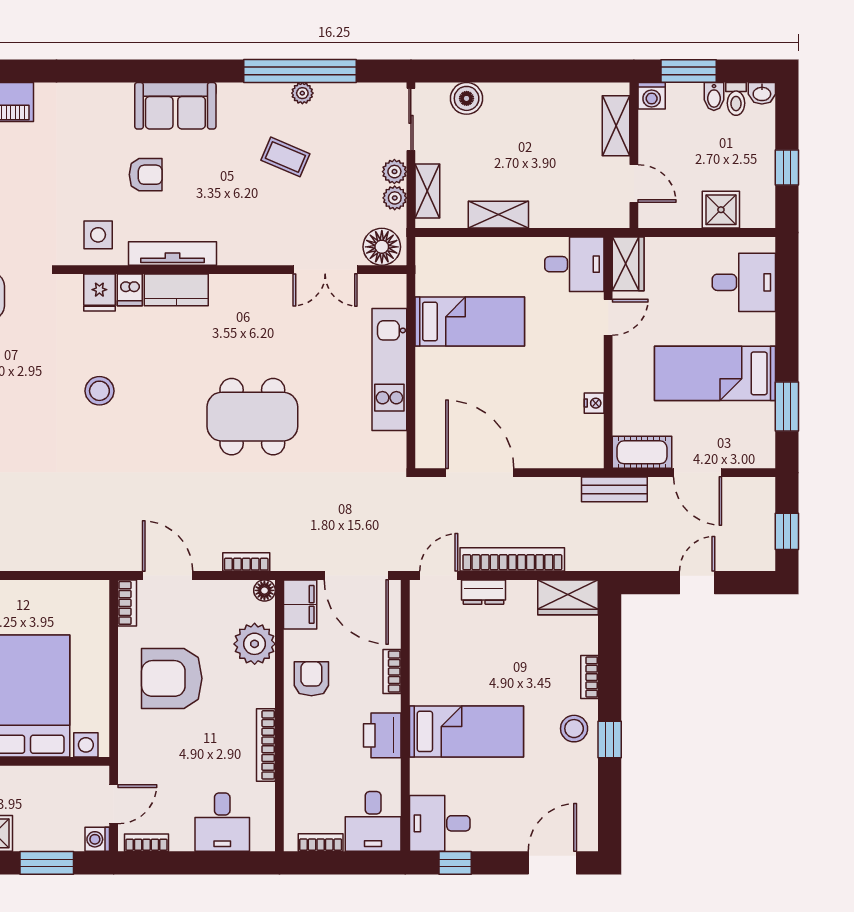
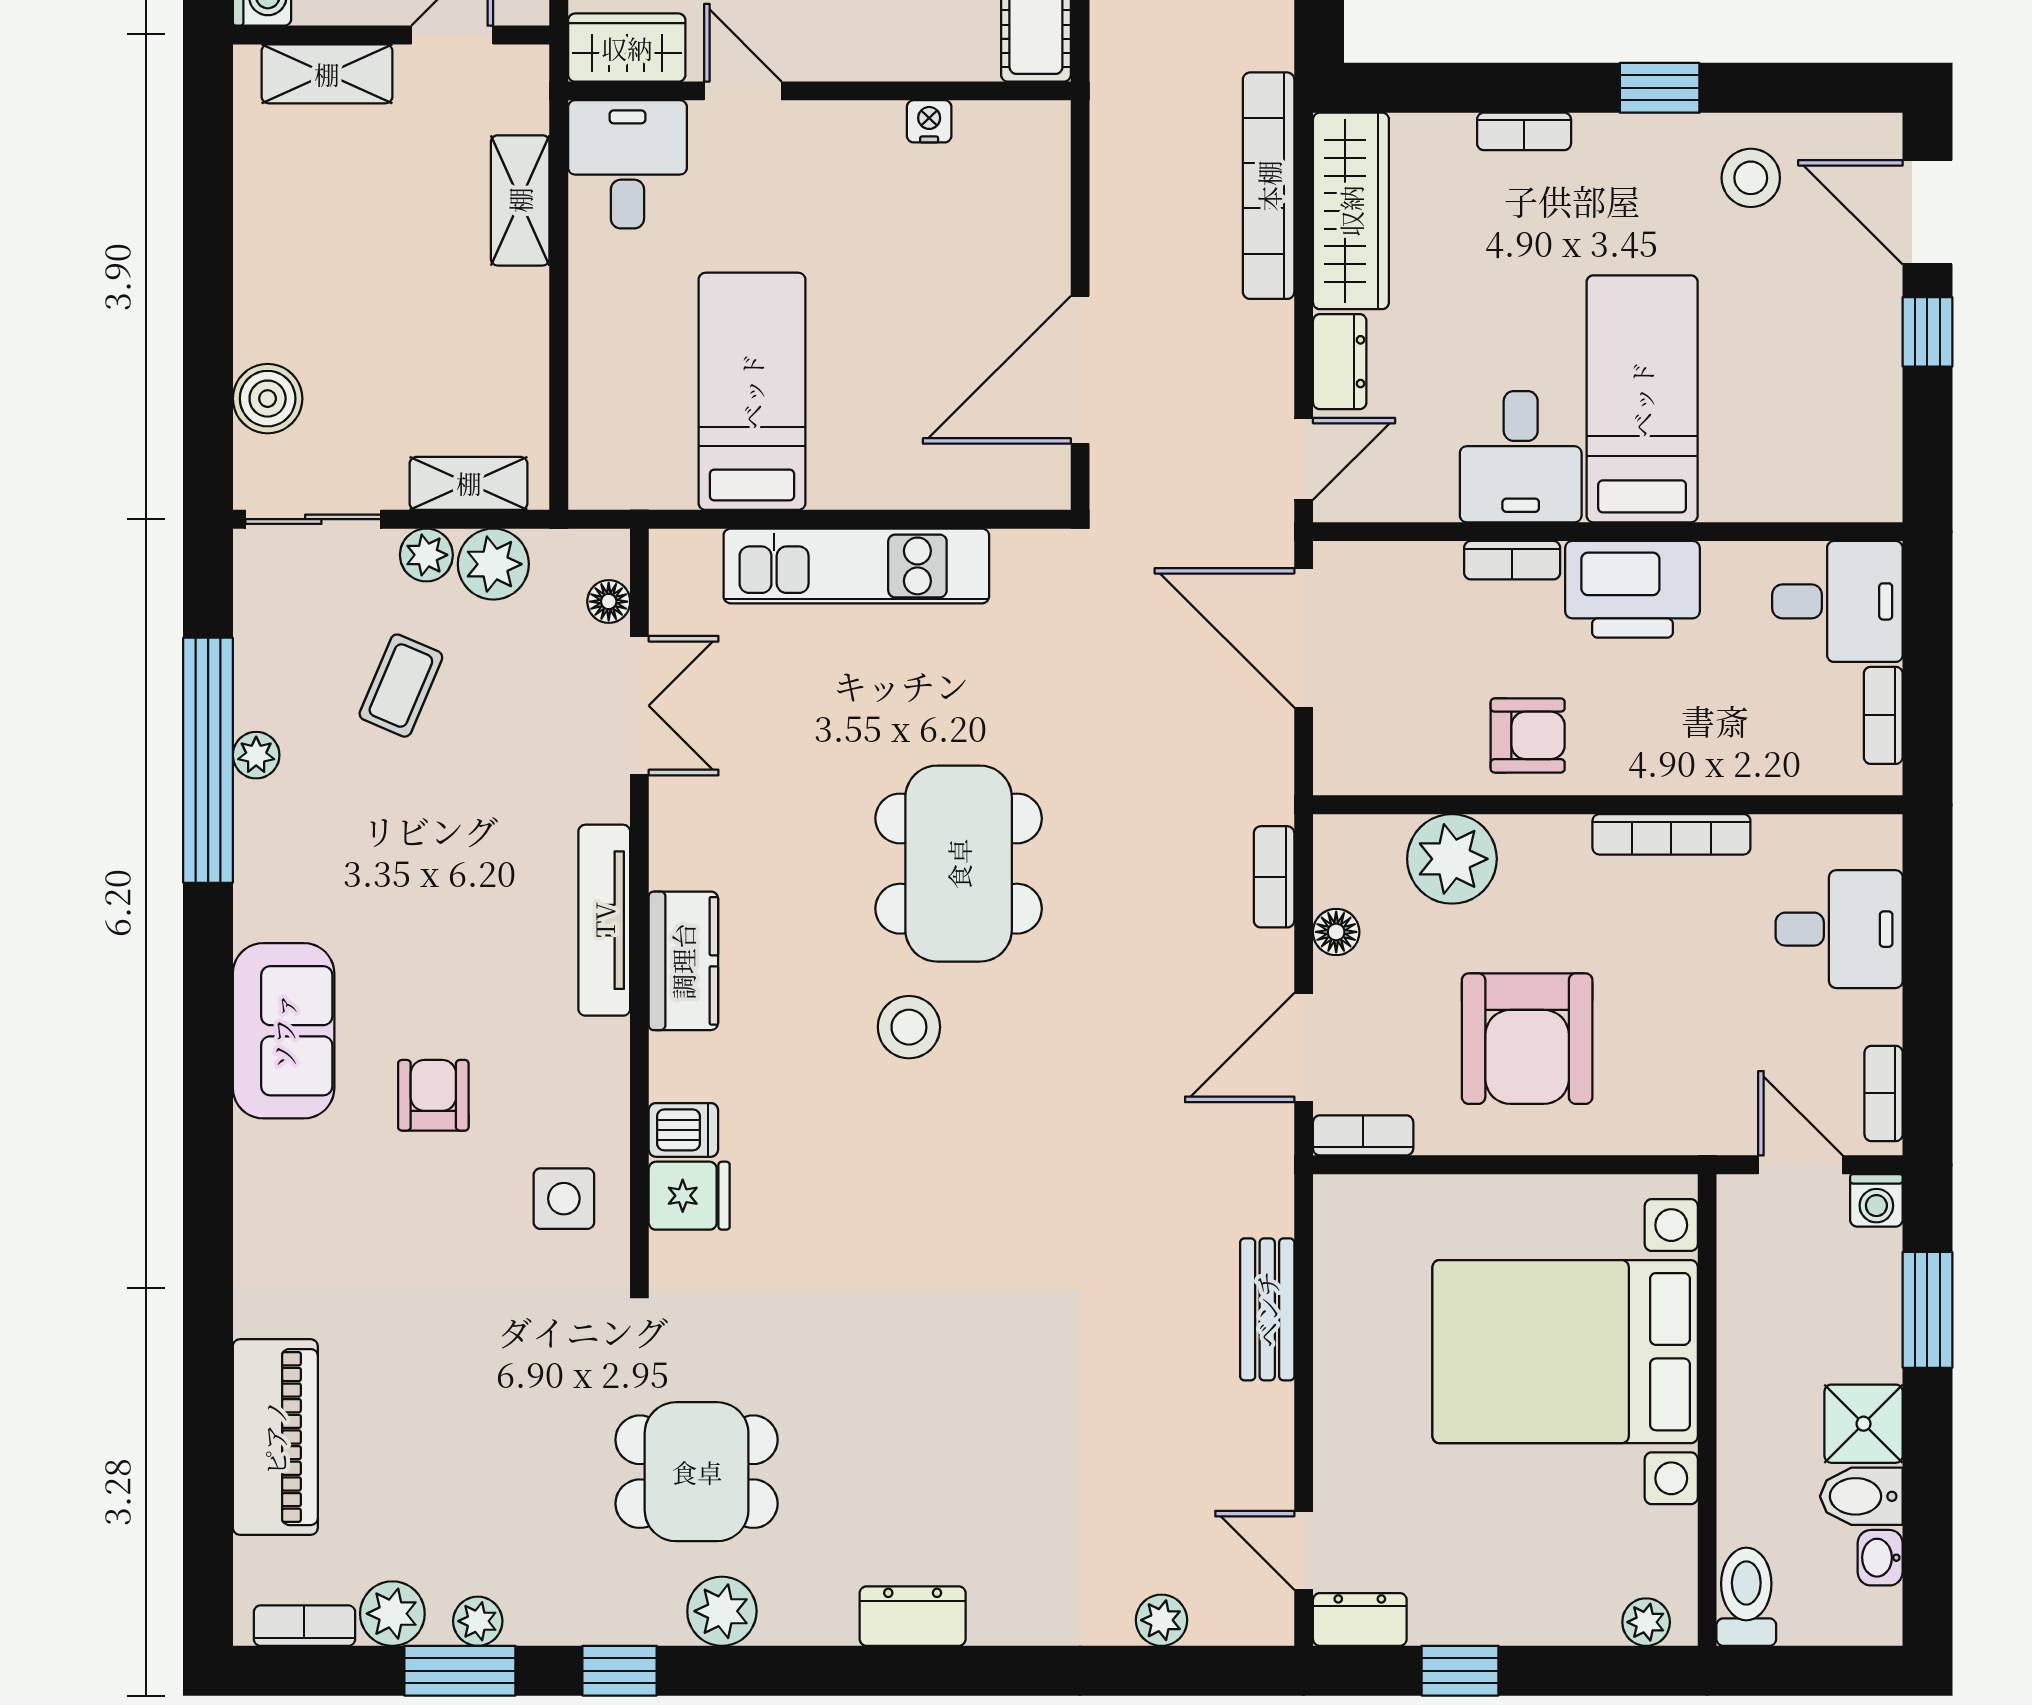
coffee table: (285, 157) -> (401, 686), moved
plant: (395, 198) -> (493, 564), width x1.38, depth x1.38
shelving: (498, 215) -> (520, 200), moved
floor lamp: (382, 247) -> (609, 602), width x0.53, depth x0.53
tv unit: (172, 253) -> (604, 920), moved
kitchen counter: (176, 290) -> (683, 961), moved
stool: (99, 391) -> (909, 1027), moved
bench: (614, 489) -> (1267, 1309), moved
bookcase: (512, 559) -> (1269, 186), moved
door: (356, 576) -> (1304, 638), swing flipped
door: (439, 576) -> (1304, 459), swing flipped
floor lamp: (264, 590) -> (1336, 932), moved
wardrobe: (568, 597) -> (1351, 211), width x1.50
filing cabinet: (300, 604) -> (1366, 760), removed
armchair: (311, 679) -> (1528, 735), turned 180
stool: (574, 729) -> (1751, 178), moved
printer: (382, 735) -> (1632, 589), width x1.37, depth x1.19
desk: (440, 823) -> (1521, 457), moved
window: (455, 863) -> (1927, 332), moved

